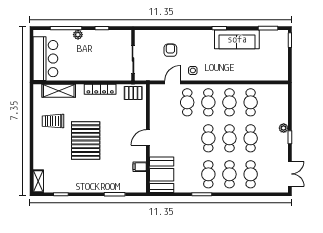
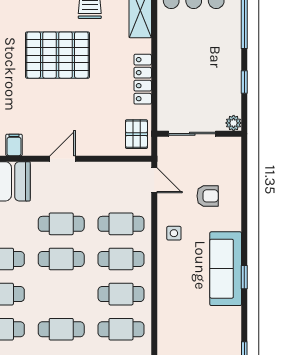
plant: (78, 35) -> (234, 123), moved
sofa: (237, 39) -> (226, 269), moved
door: (172, 82) -> (154, 180), moved
door: (148, 137) -> (63, 159), hinge flipped
cafe table: (229, 138) -> (61, 224), moved

